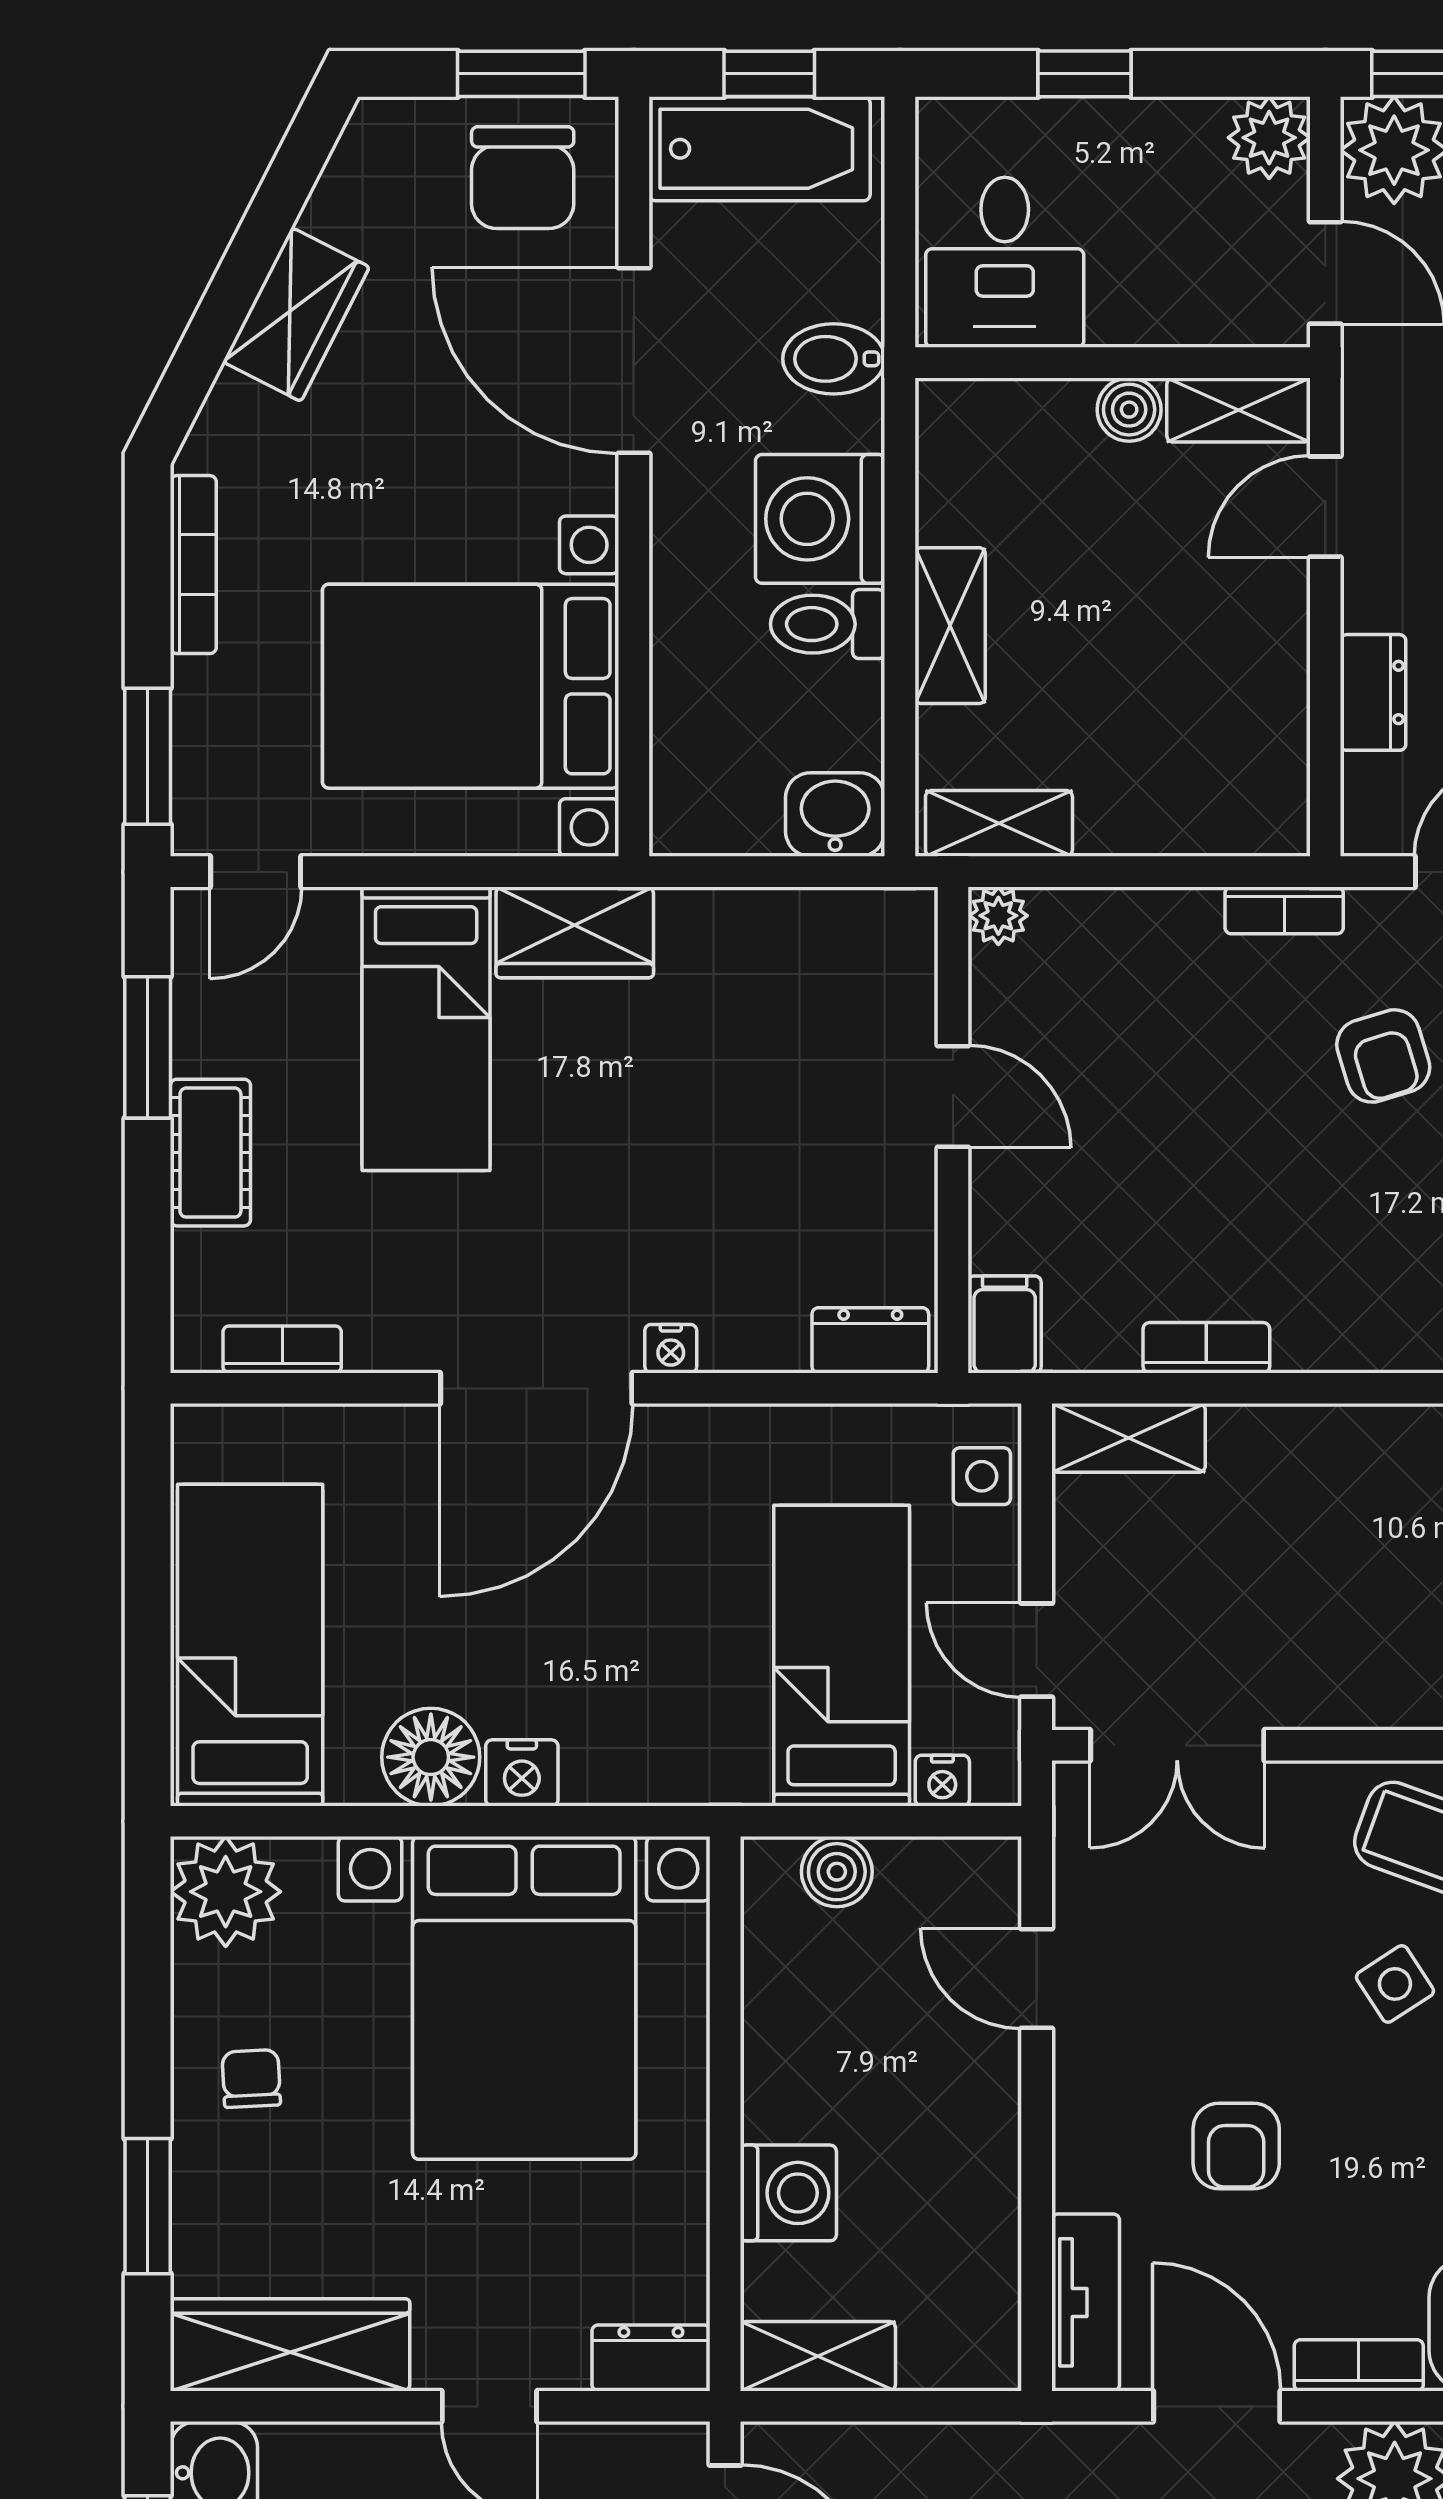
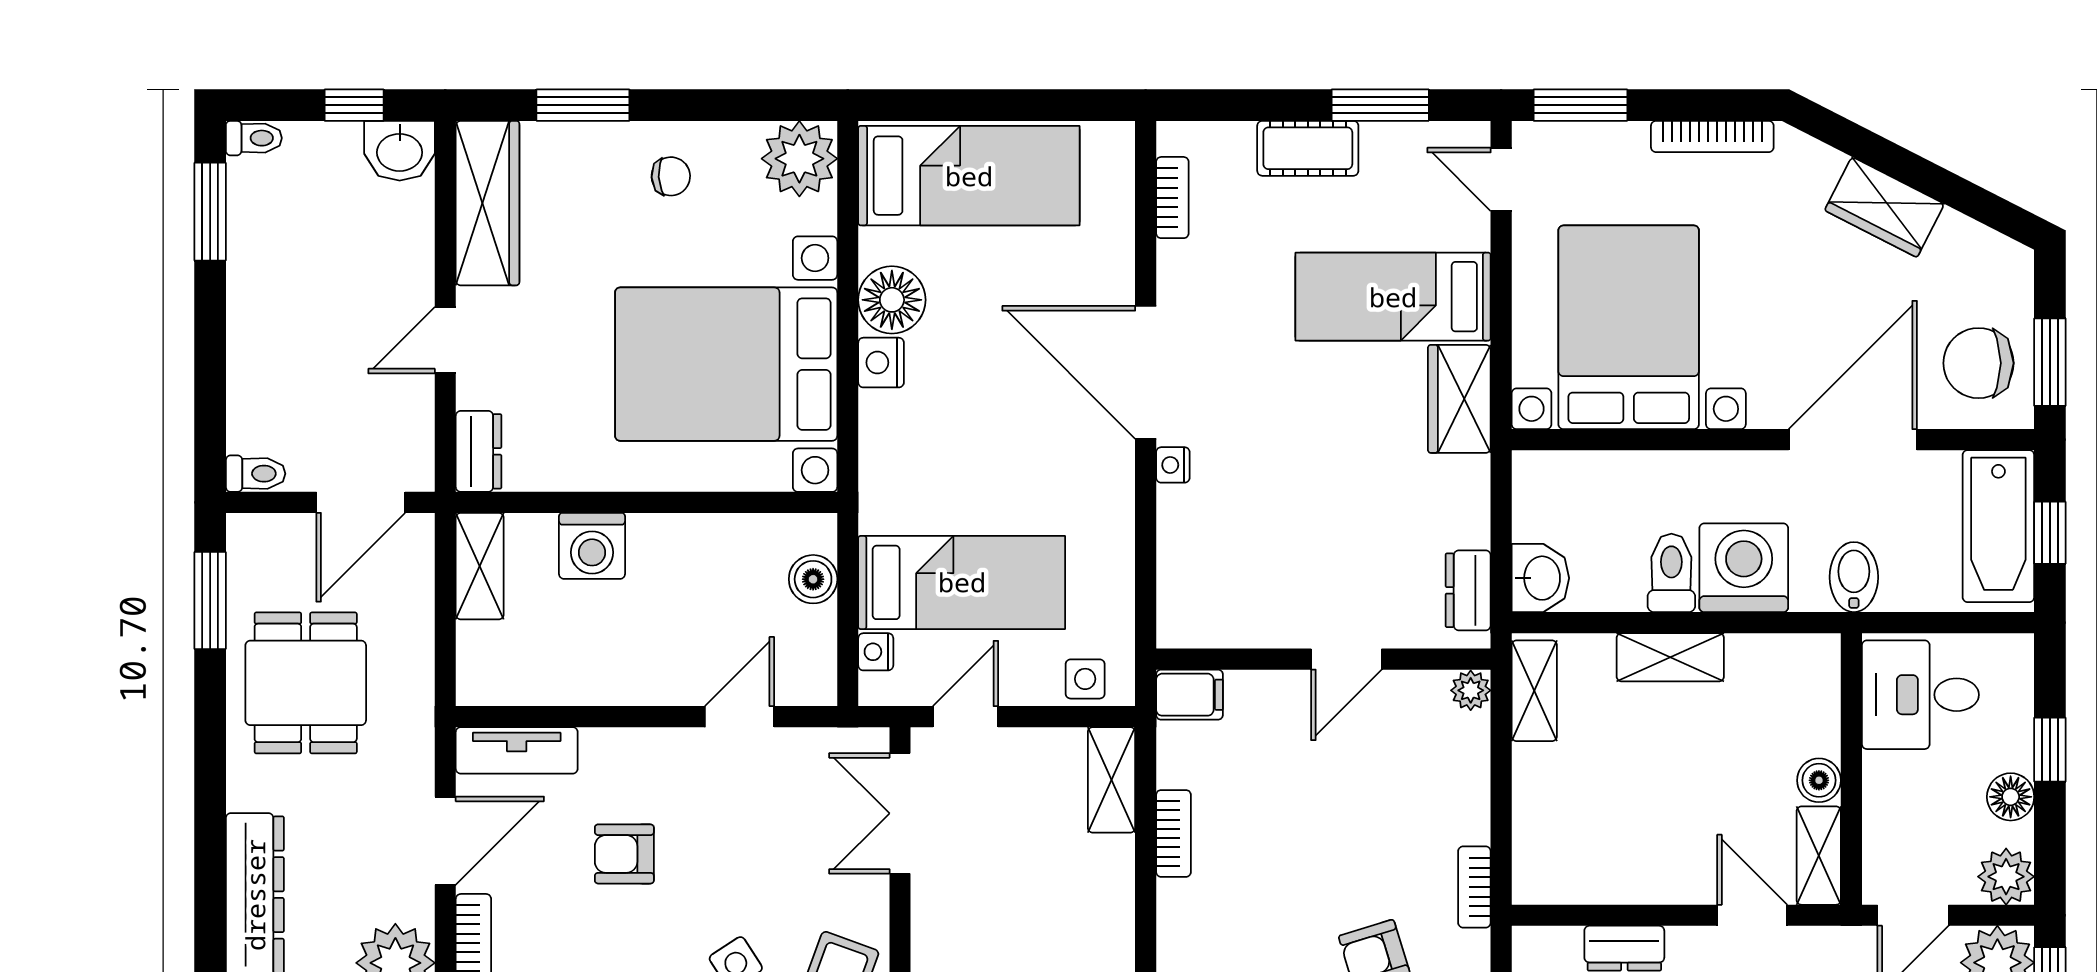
floor lamp: (1153, 131) -> (2011, 797), added
dresser: (870, 1340) -> (1468, 590), moved, turned 180

